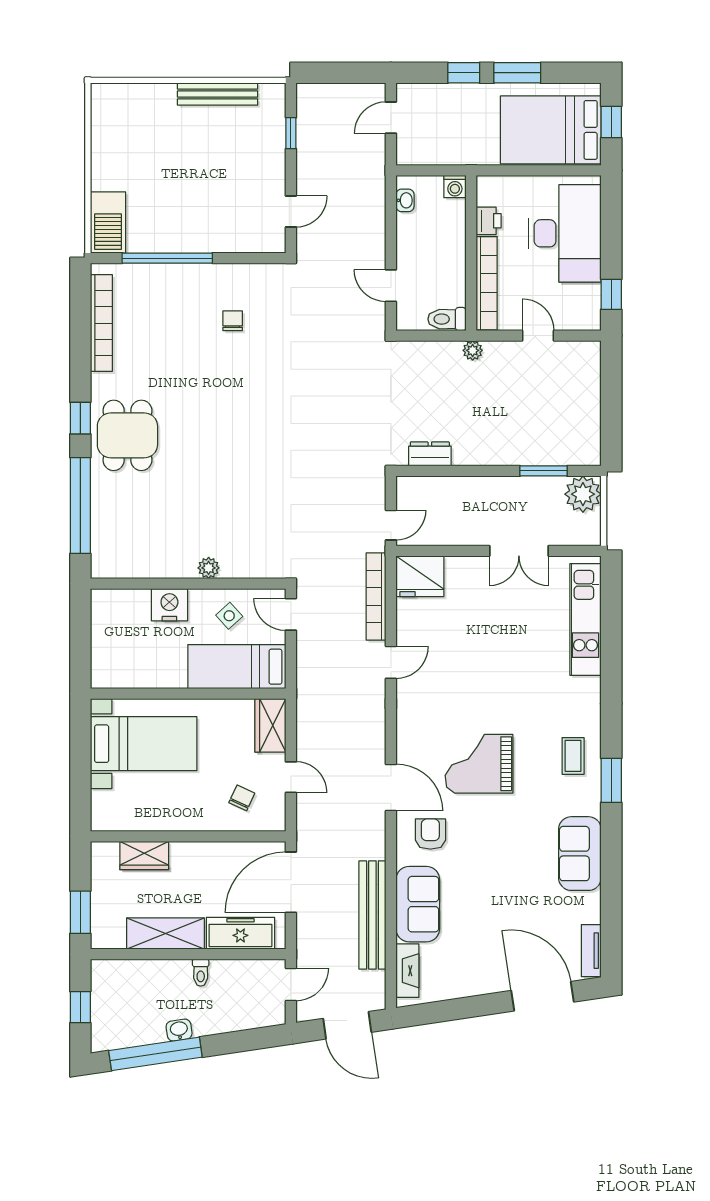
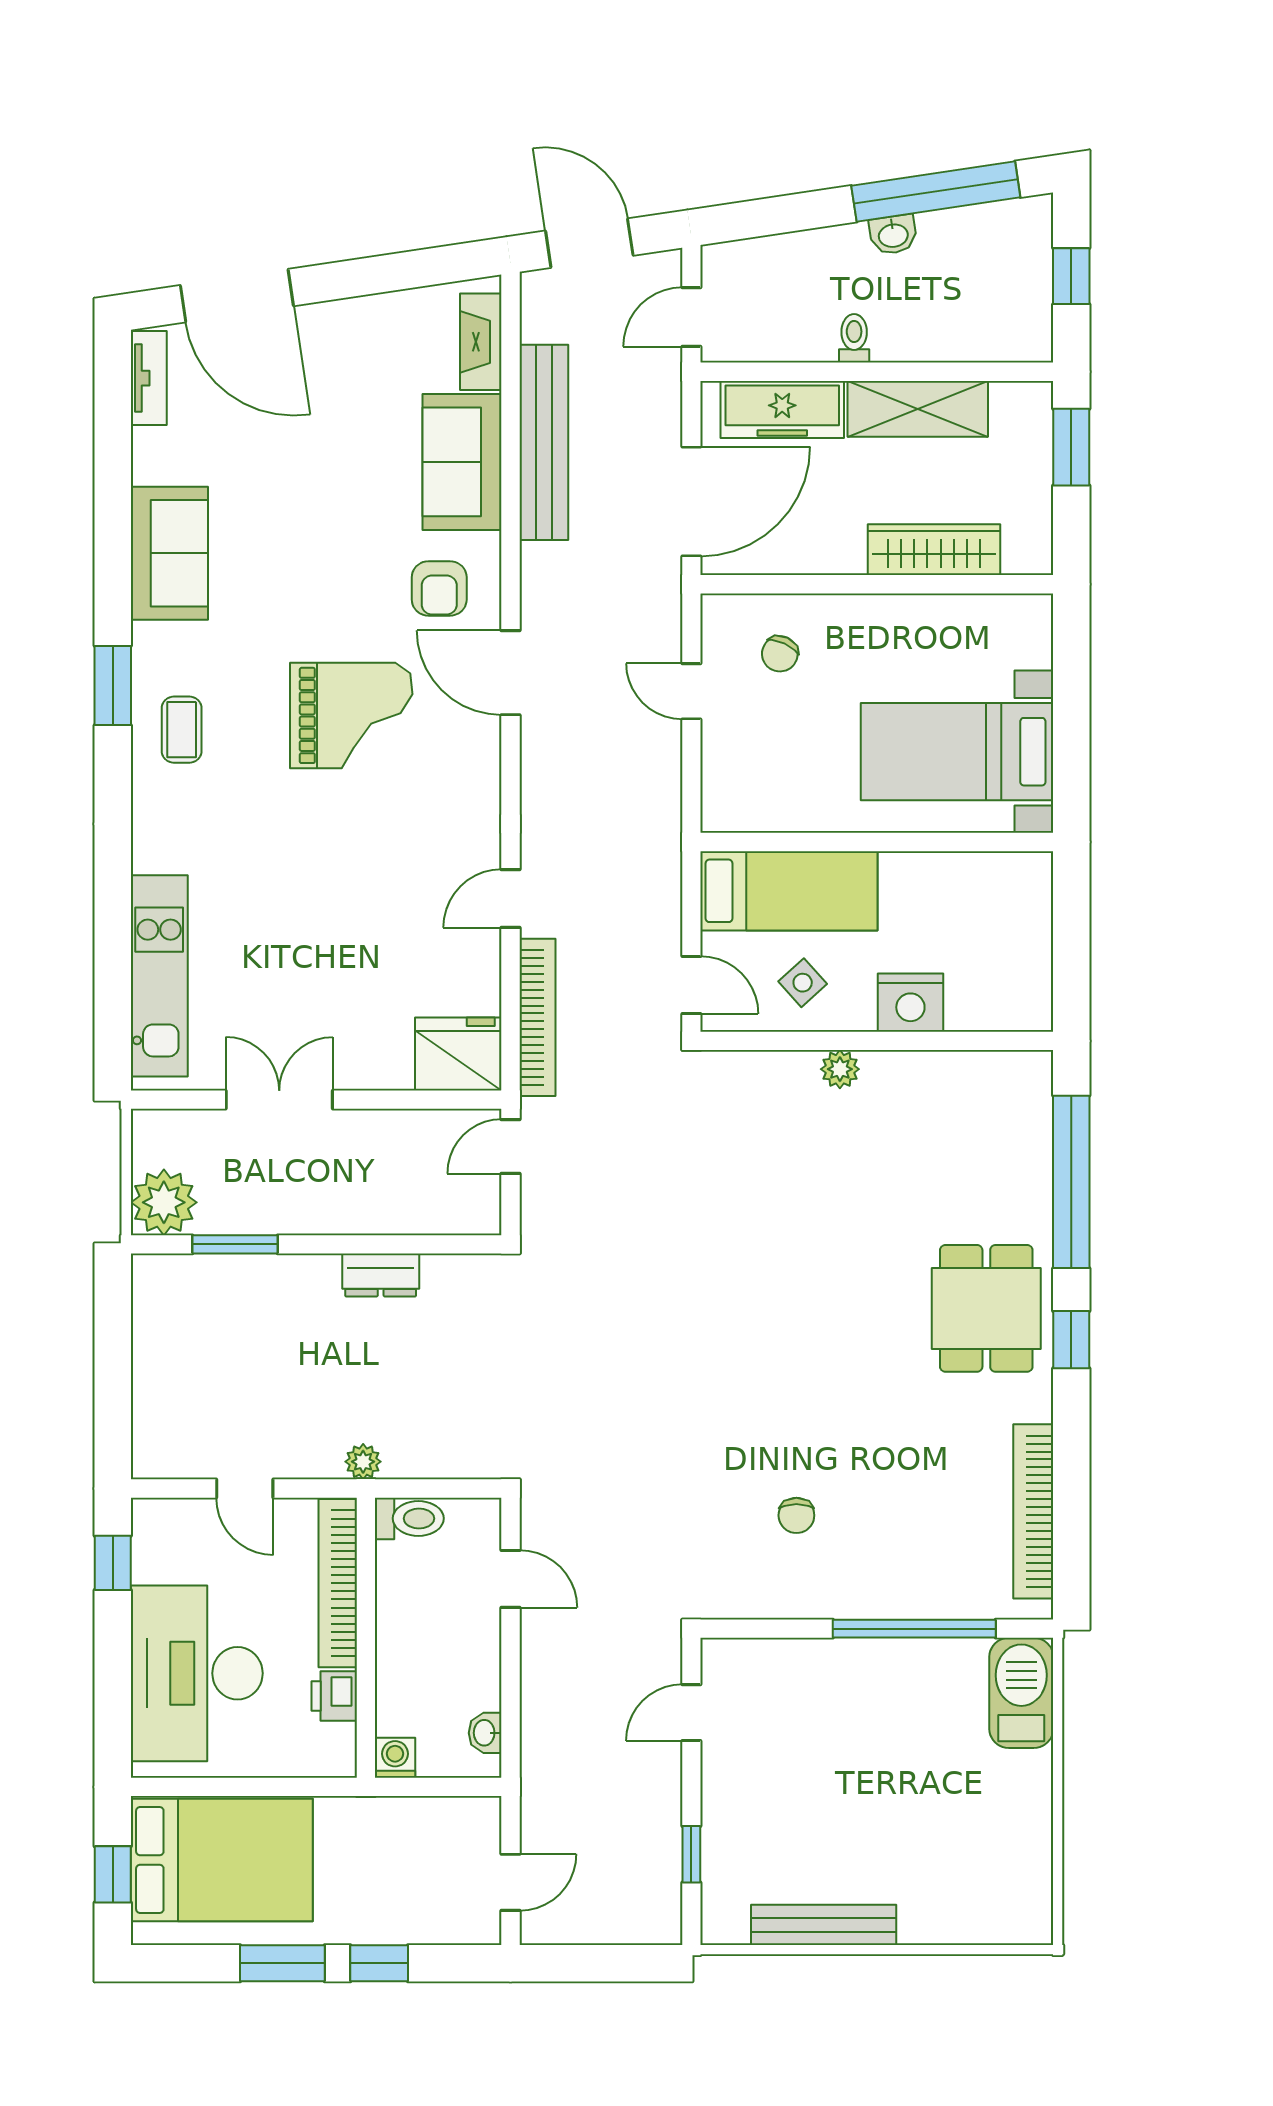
dresser: (430, 454) -> (381, 1275), moved
wardrobe: (270, 725) -> (728, 785), removed
wardrobe: (144, 856) -> (934, 550), width x1.50

